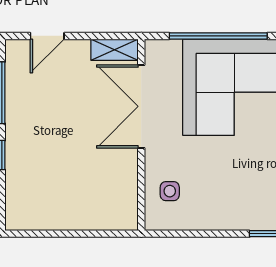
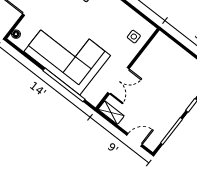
double door: (141, 106) -> (118, 81), width x0.73

